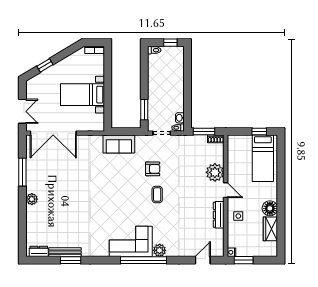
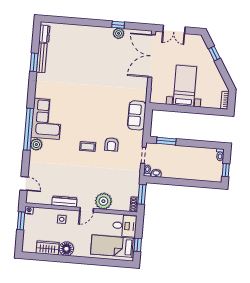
desk: (240, 147) -> (125, 226), added
window: (22, 172) -> (118, 25), width x0.46
plant: (32, 199) -> (119, 33), moved

